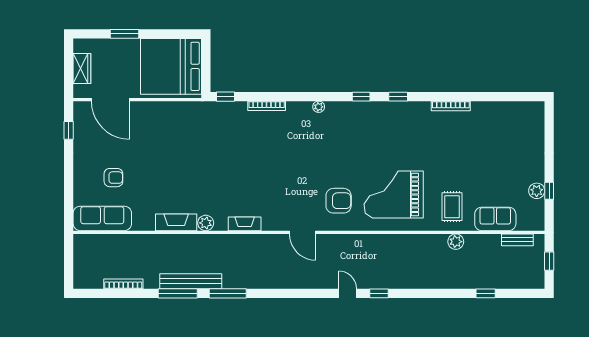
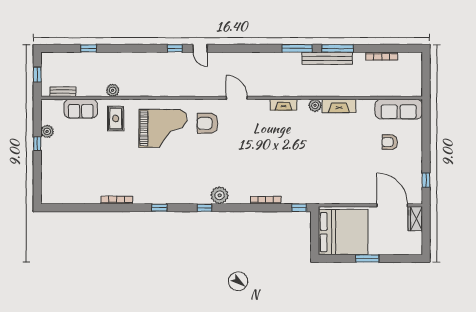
window: (125, 34) -> (367, 258), moved
wardrobe: (82, 69) -> (415, 219), moved
window: (361, 97) -> (204, 208), moved
plant: (319, 107) -> (220, 195), width x1.88, depth x1.88
window: (549, 191) -> (37, 144), moved

